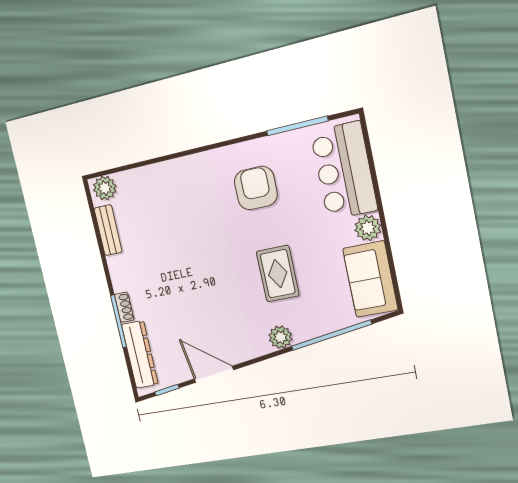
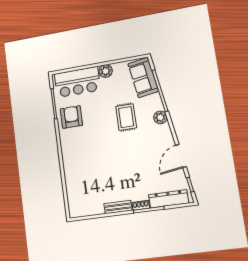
plant: (105, 188) -> (75, 209), removed
armchair: (256, 188) -> (71, 117), moved, turned 90
bench: (108, 230) -> (118, 207), moved
rug: (278, 274) -> (126, 117), turned 90
sofa: (370, 279) -> (143, 77), moved, turned 81

